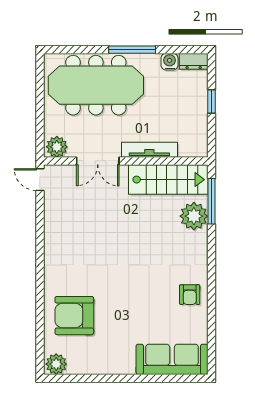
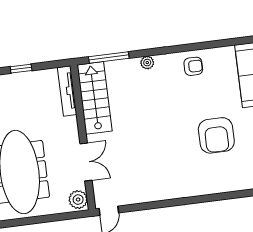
tv unit: (149, 150) -> (67, 91), moved
plant: (194, 216) -> (147, 63), moved, width x0.53, depth x0.53
armchair: (74, 316) -> (216, 135), moved

